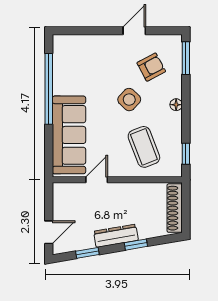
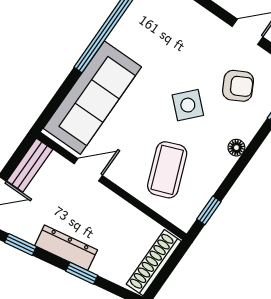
bench: (60, 202) -> (30, 165), added

